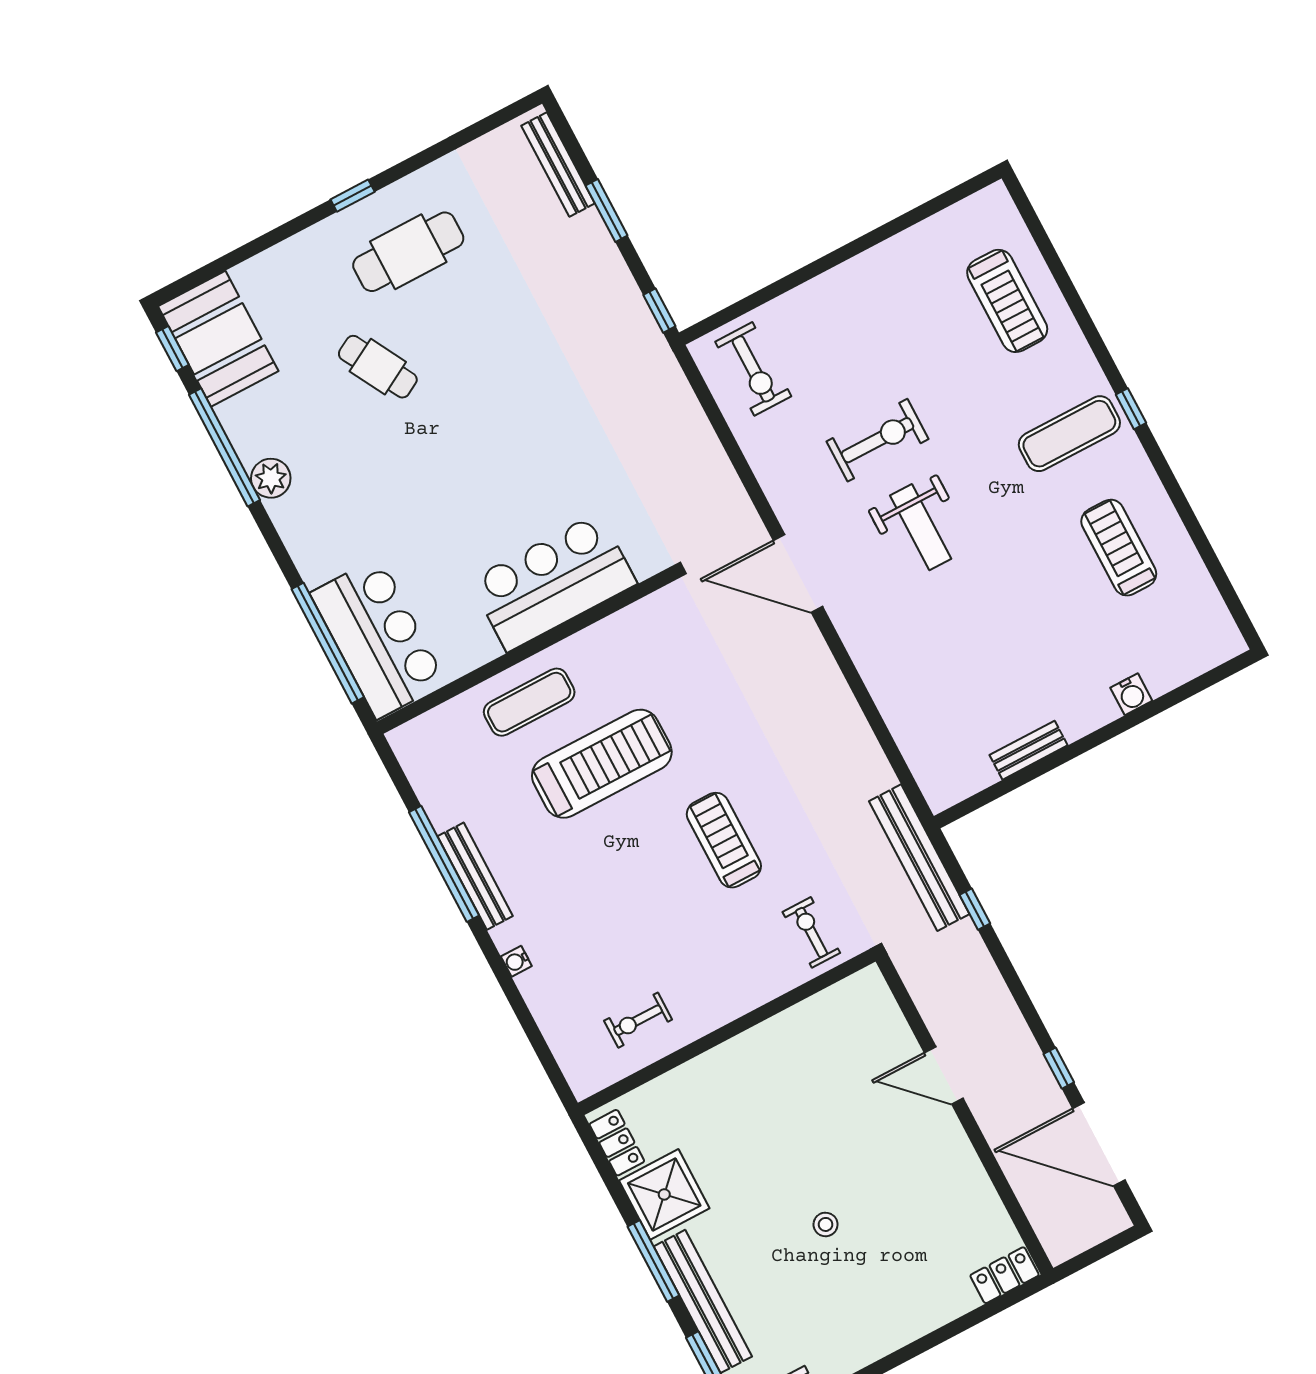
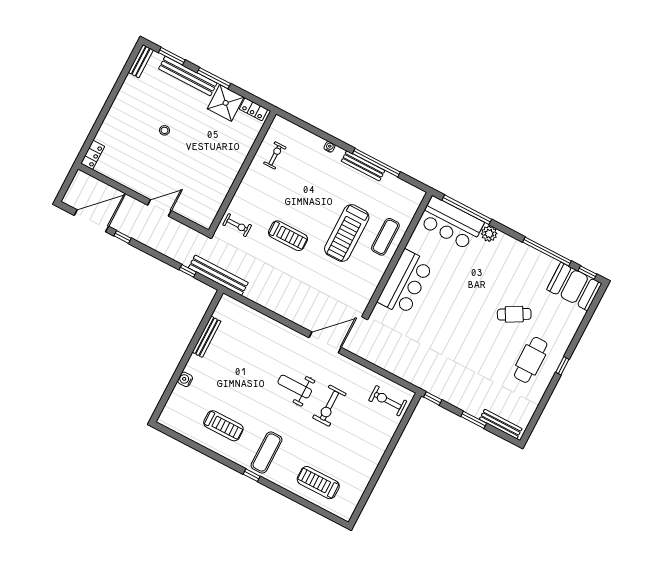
plant: (271, 478) -> (489, 234), moved
bench: (1029, 750) -> (207, 337), width x1.36

